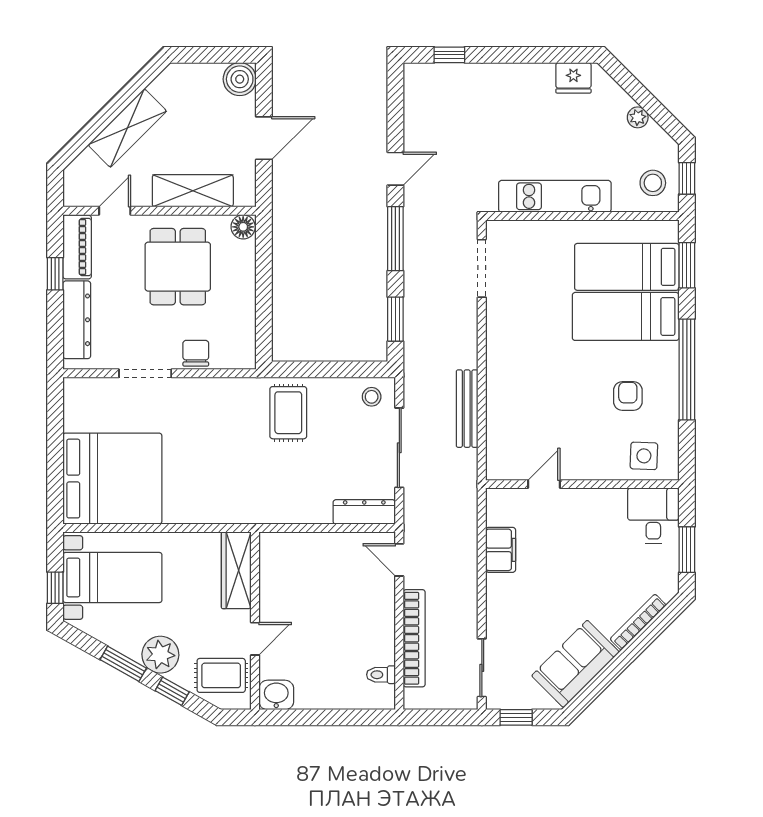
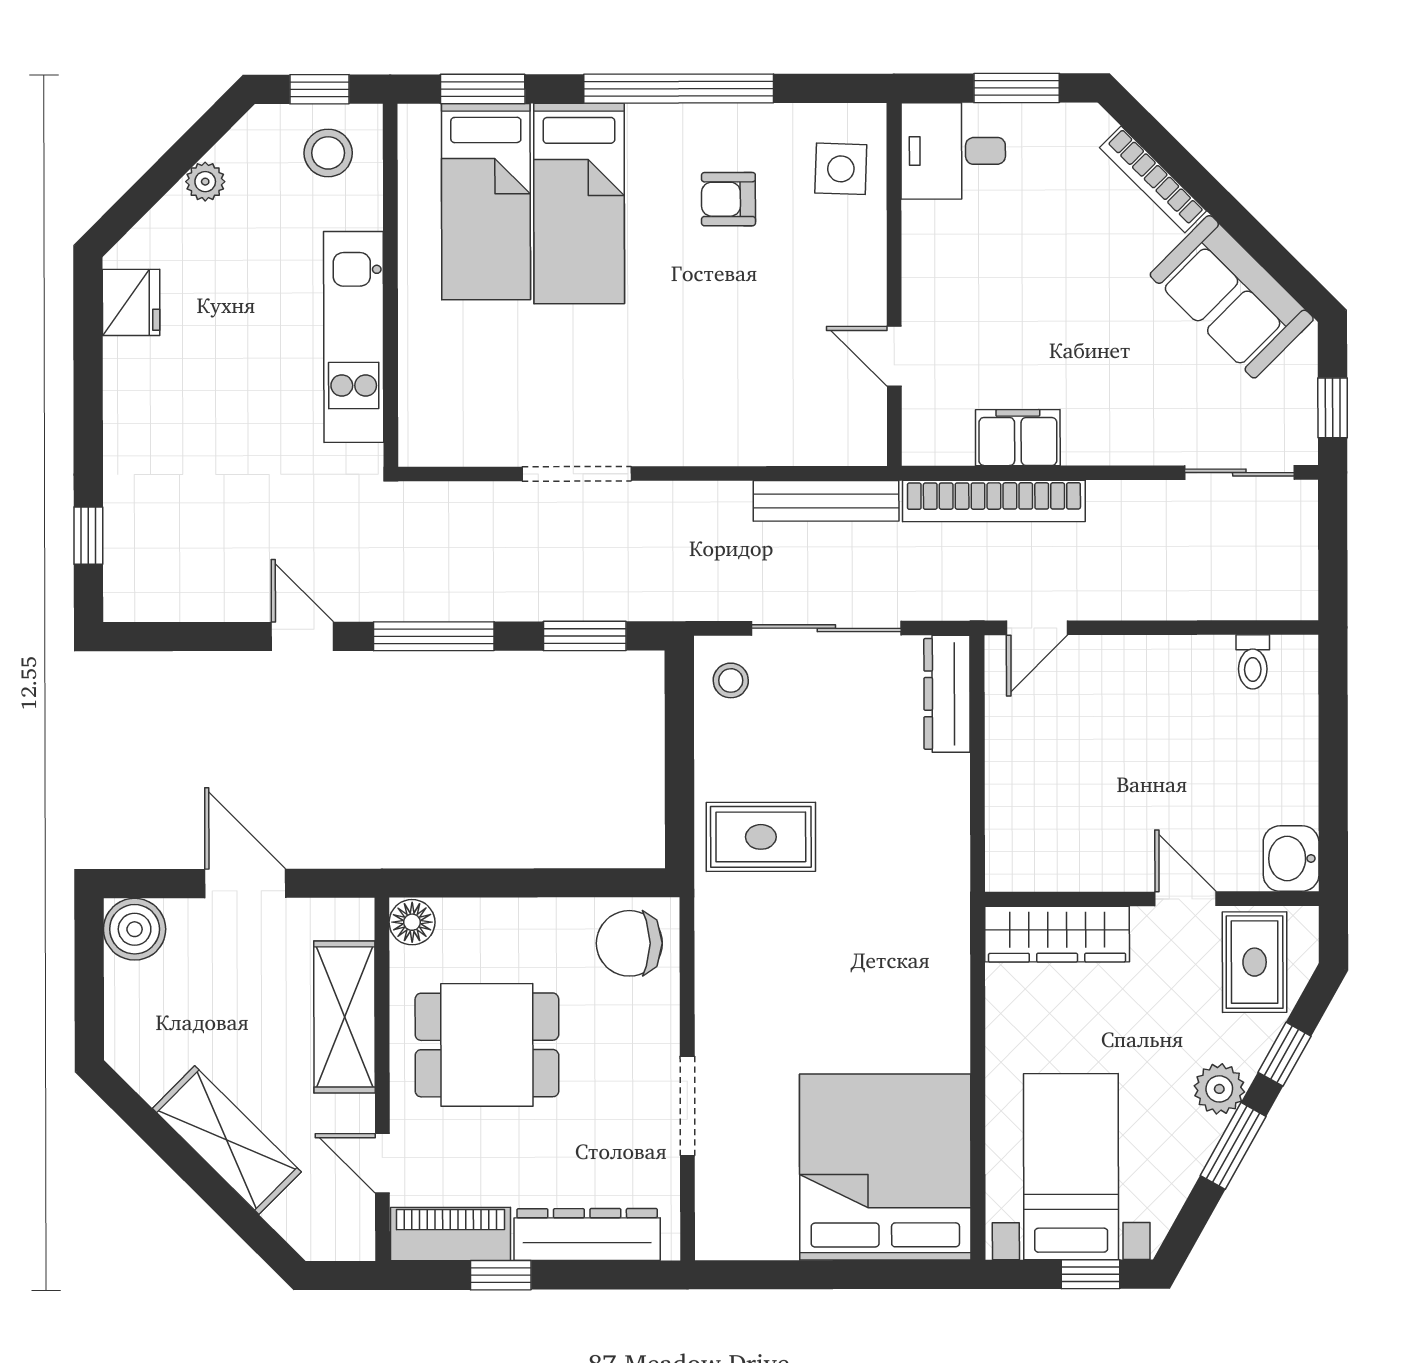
doorway: (482, 268) -> (577, 474), moved
chair: (196, 353) -> (629, 943), moved, width x1.37, depth x1.37
bench: (467, 409) -> (826, 501), moved
bookcase: (414, 638) -> (994, 501), moved, turned 180
plant: (160, 655) -> (1219, 1089), width x0.73, depth x0.73

